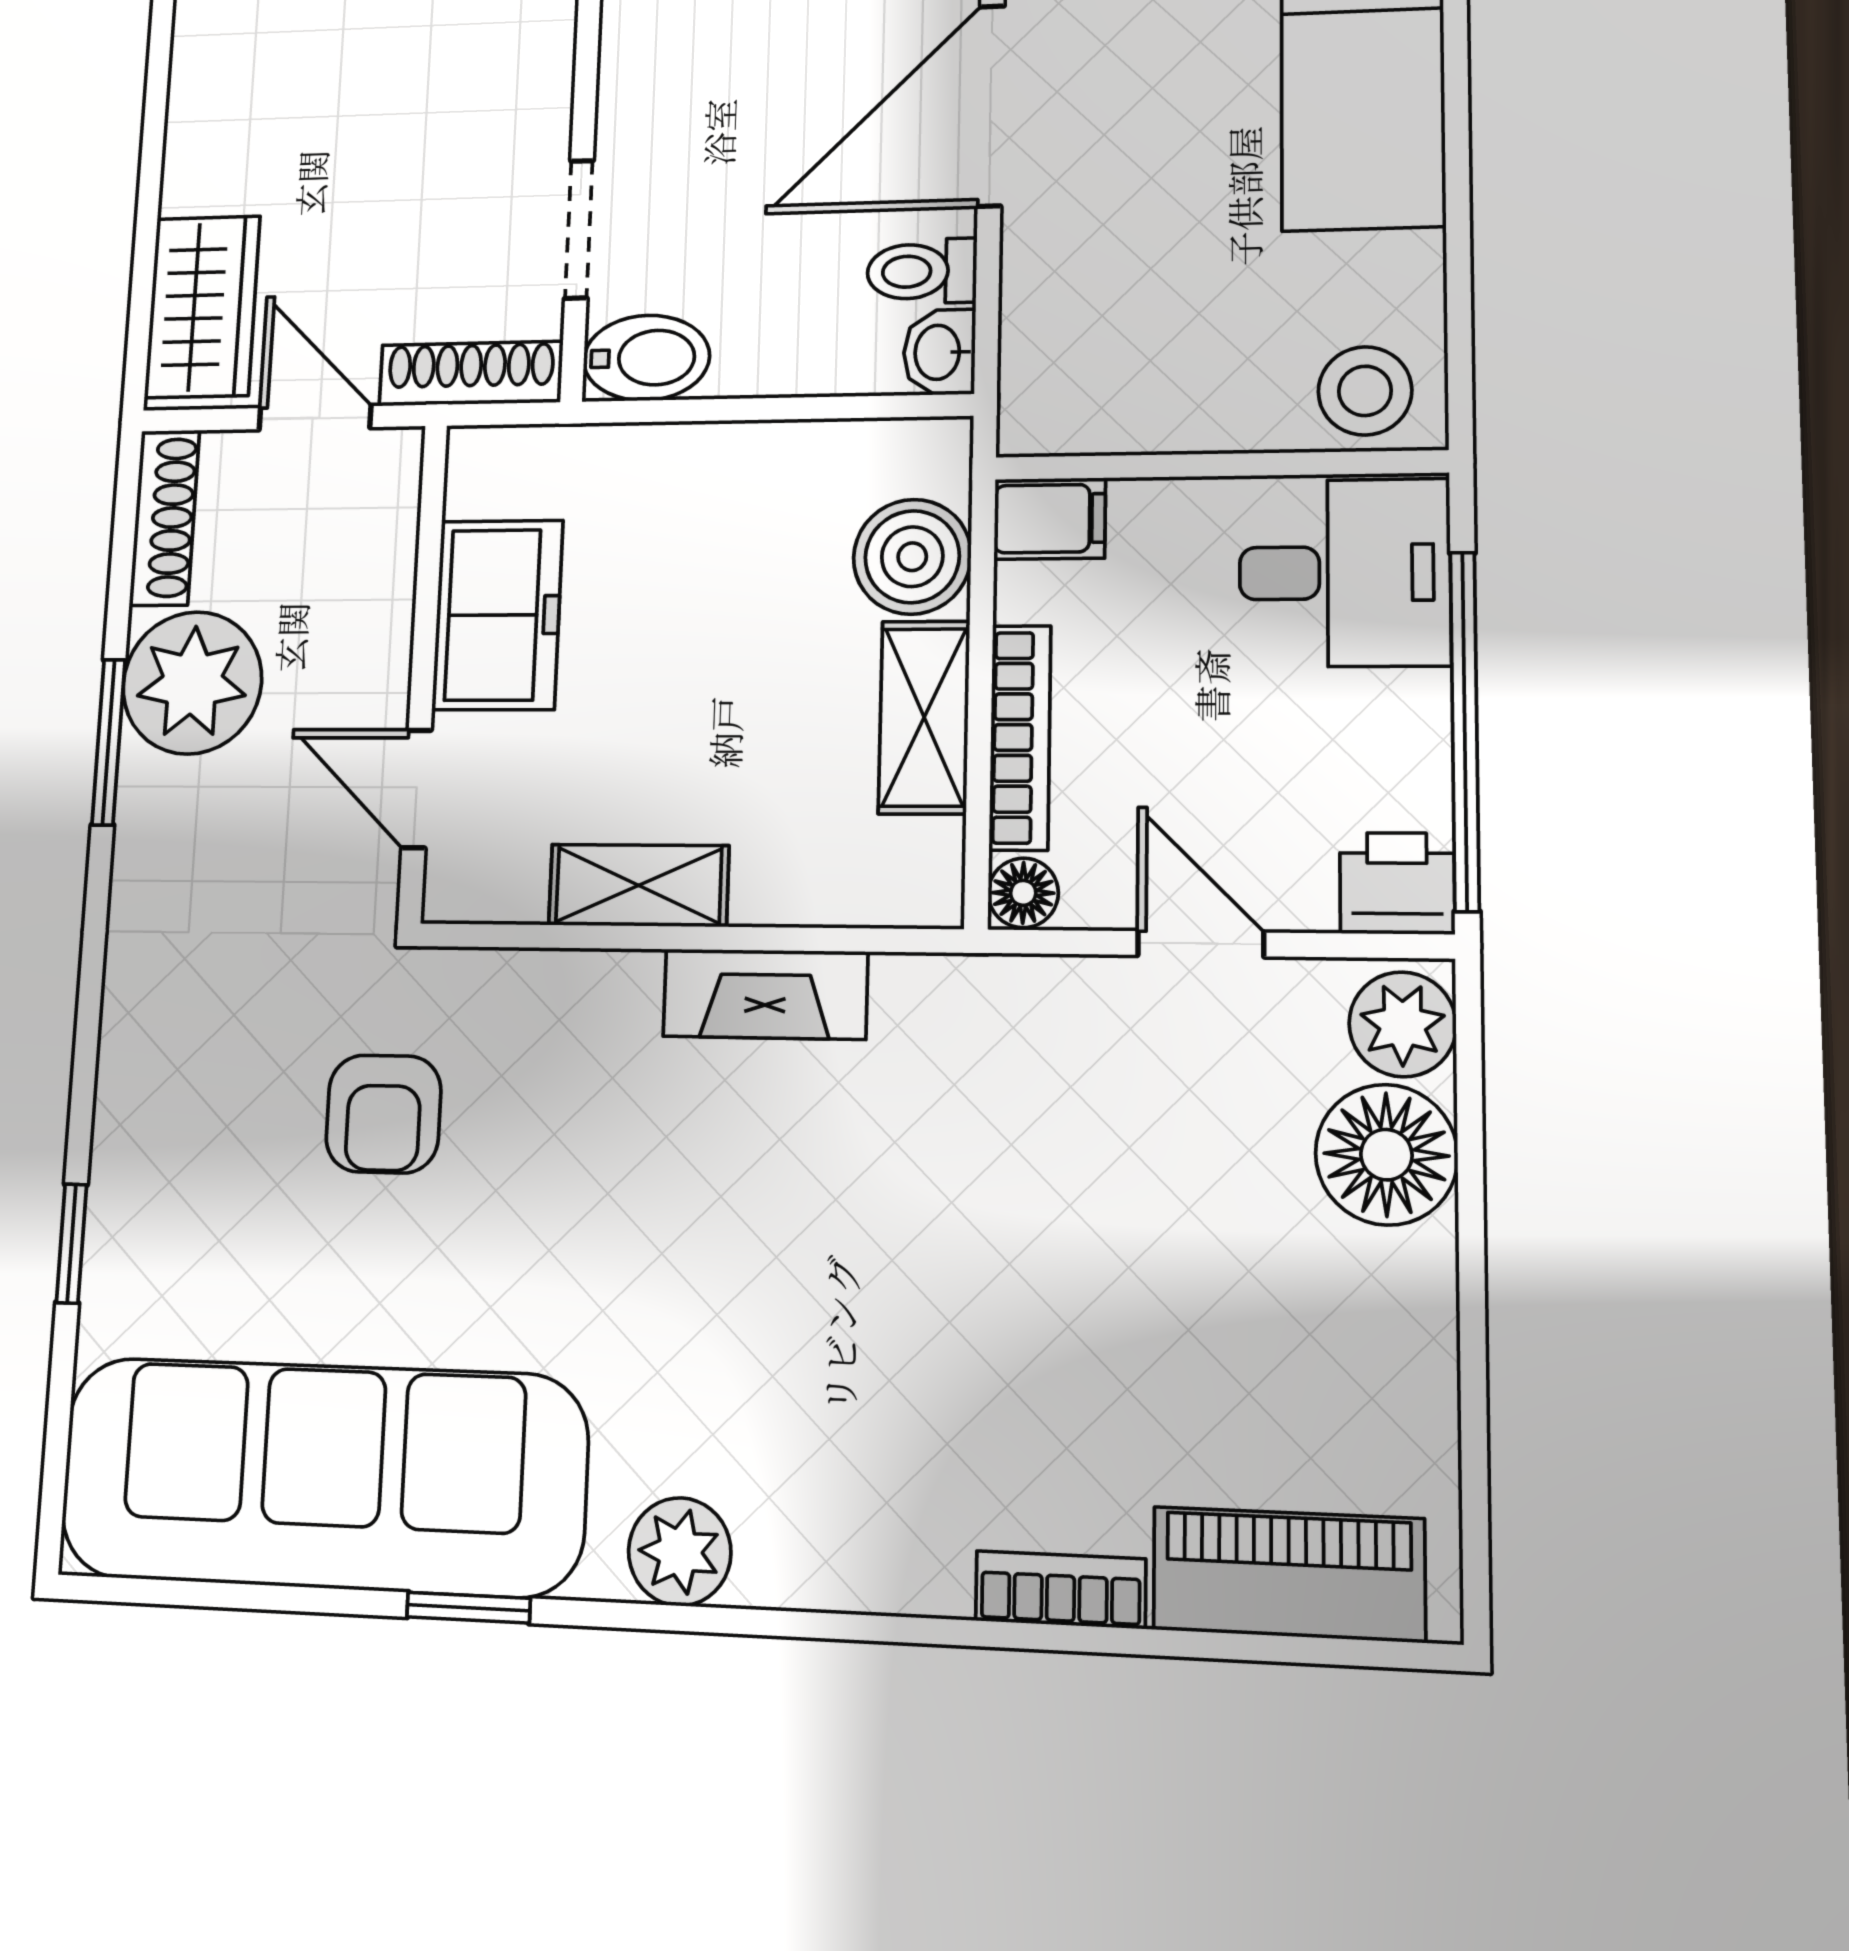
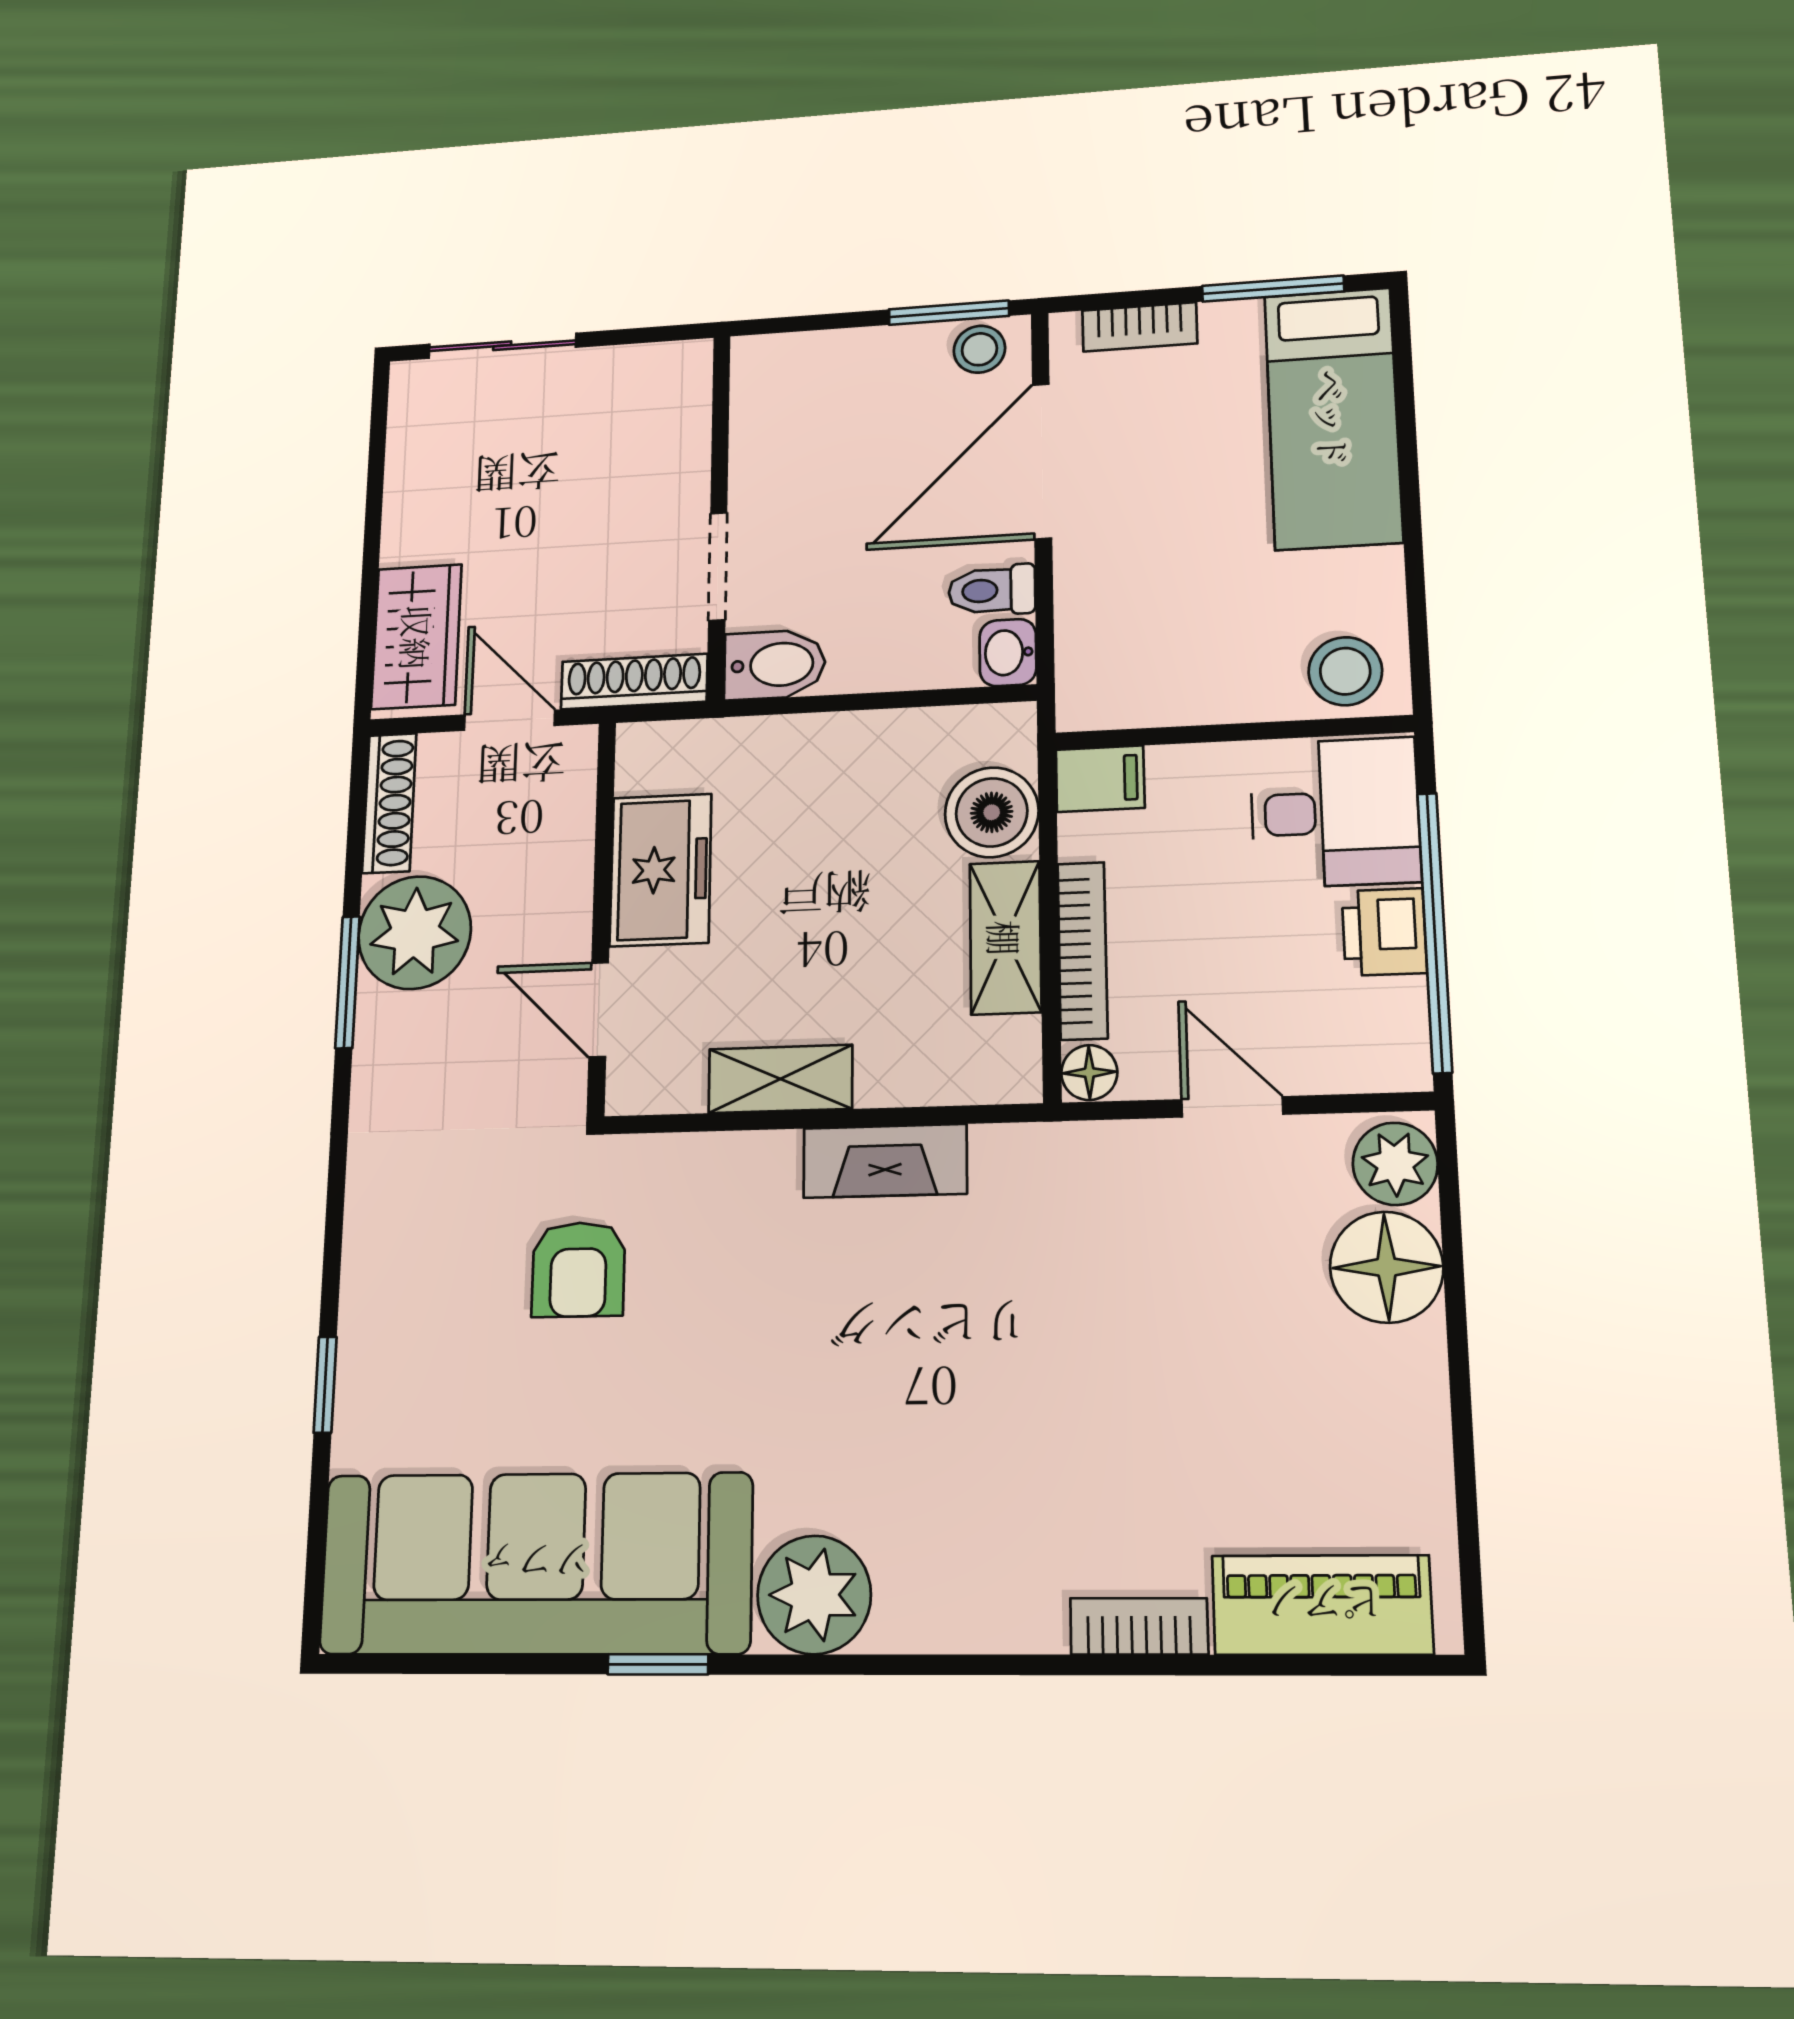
printer: (1397, 883) -> (1384, 932), moved, turned -90
plant: (680, 1552) -> (814, 1595), width x1.36, depth x1.36

